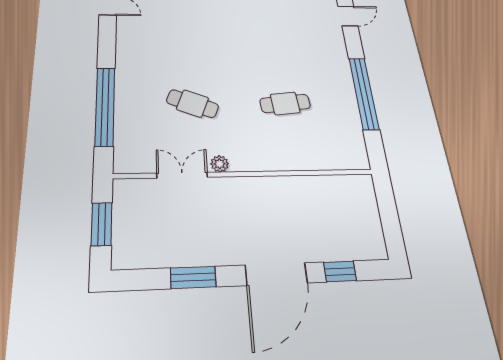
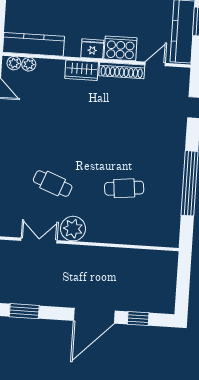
plant: (220, 164) -> (73, 229), width x1.87, depth x1.87
window: (193, 277) -> (24, 311), moved

